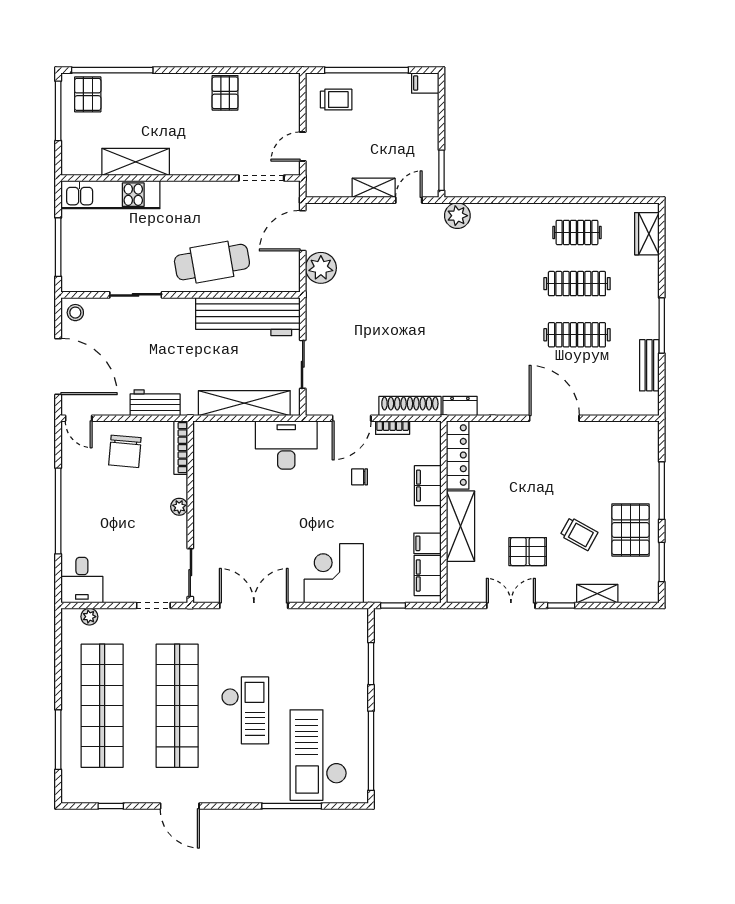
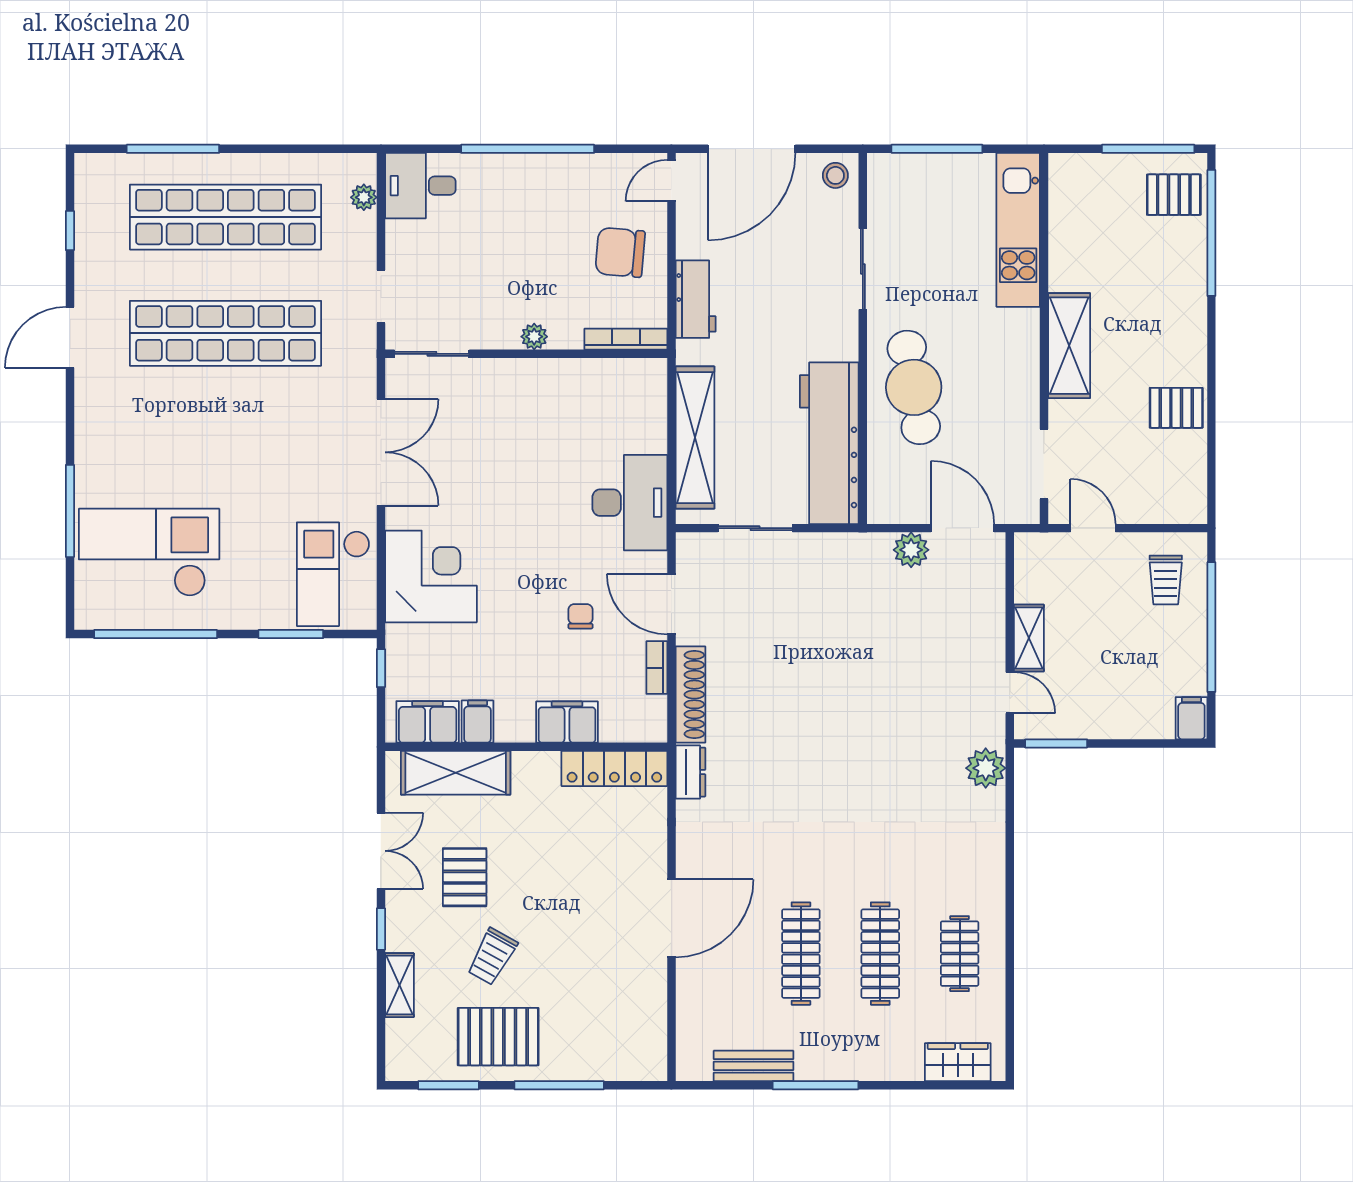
shelving: (136, 162) -> (1069, 346), moved
plant: (321, 268) -> (911, 550), width x0.73, depth x0.73
shelving: (460, 526) -> (456, 773), moved
checkout: (245, 710) -> (333, 574), moved, turned 90

